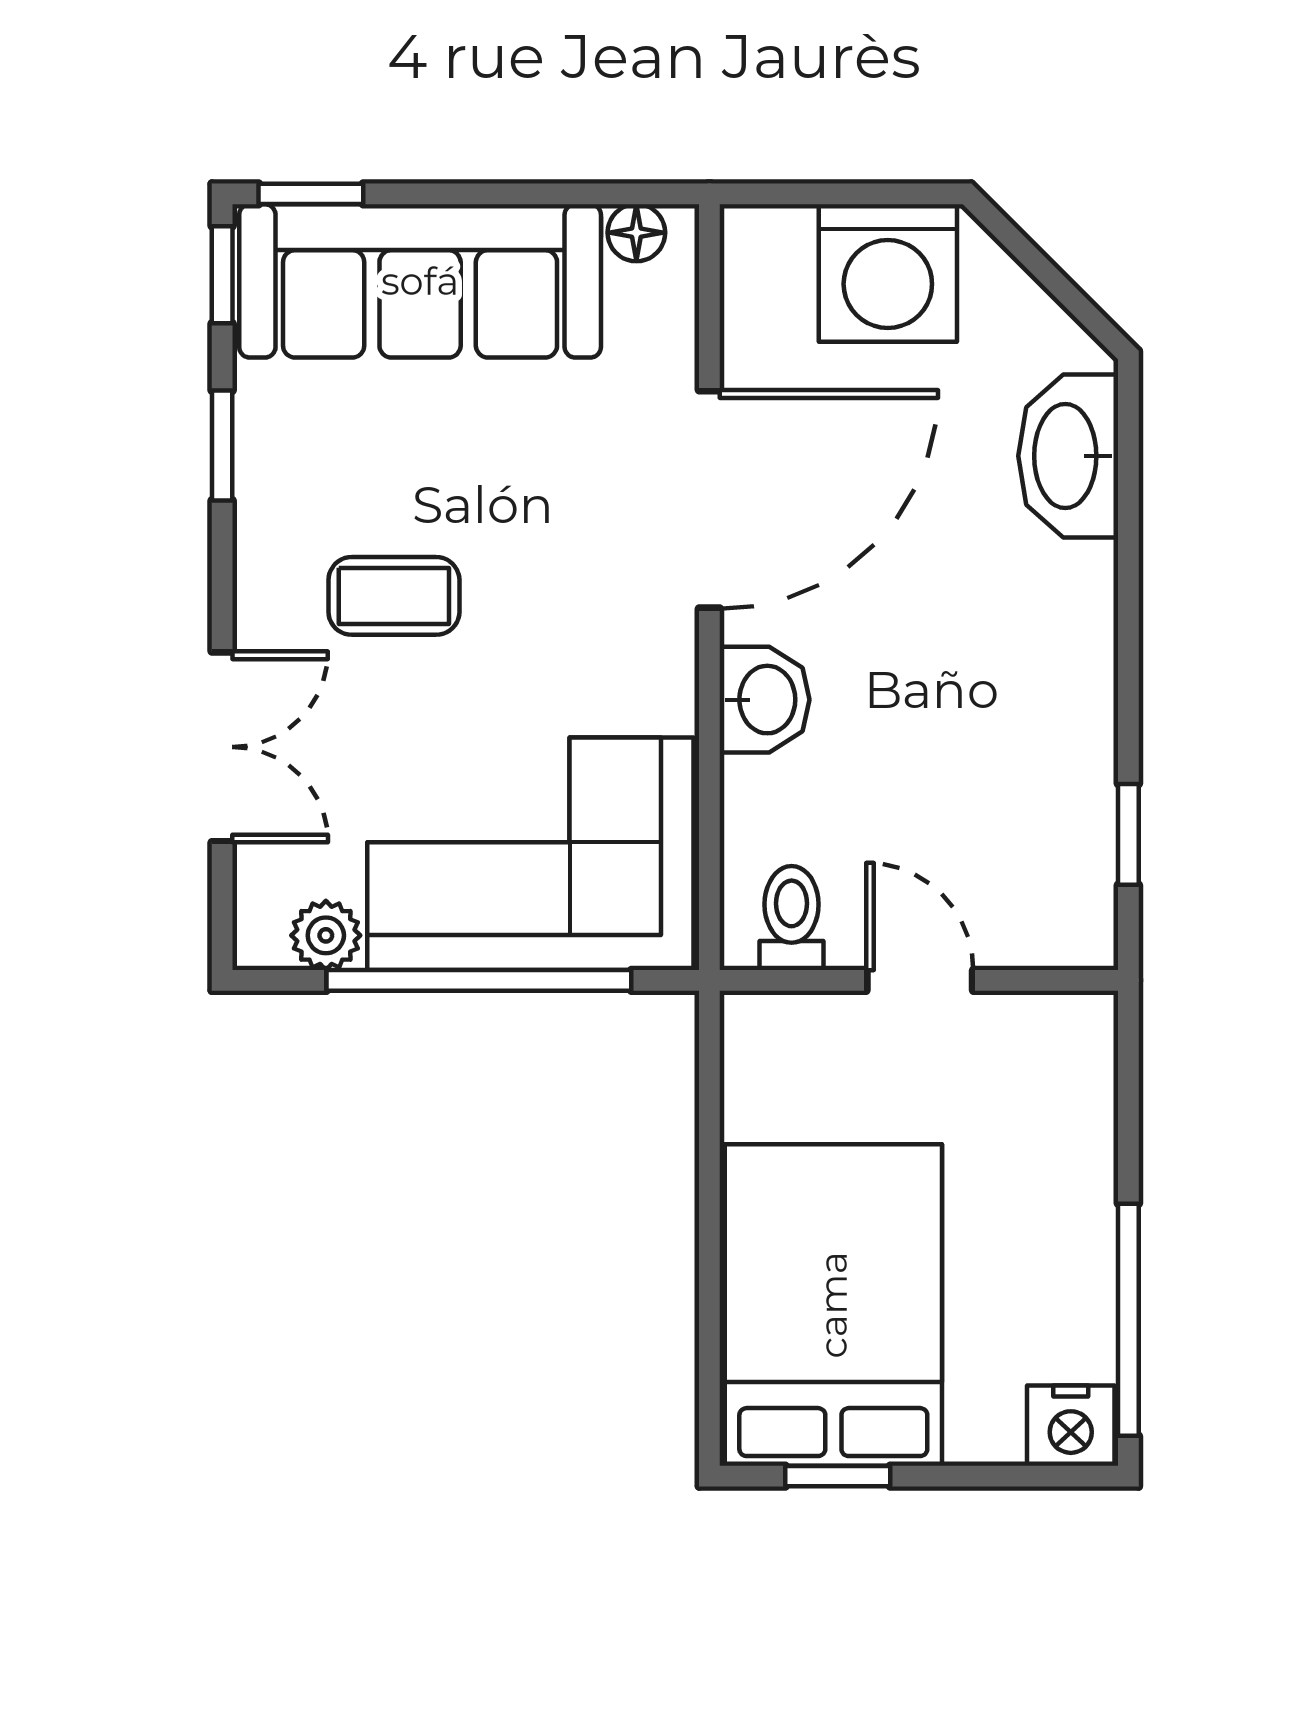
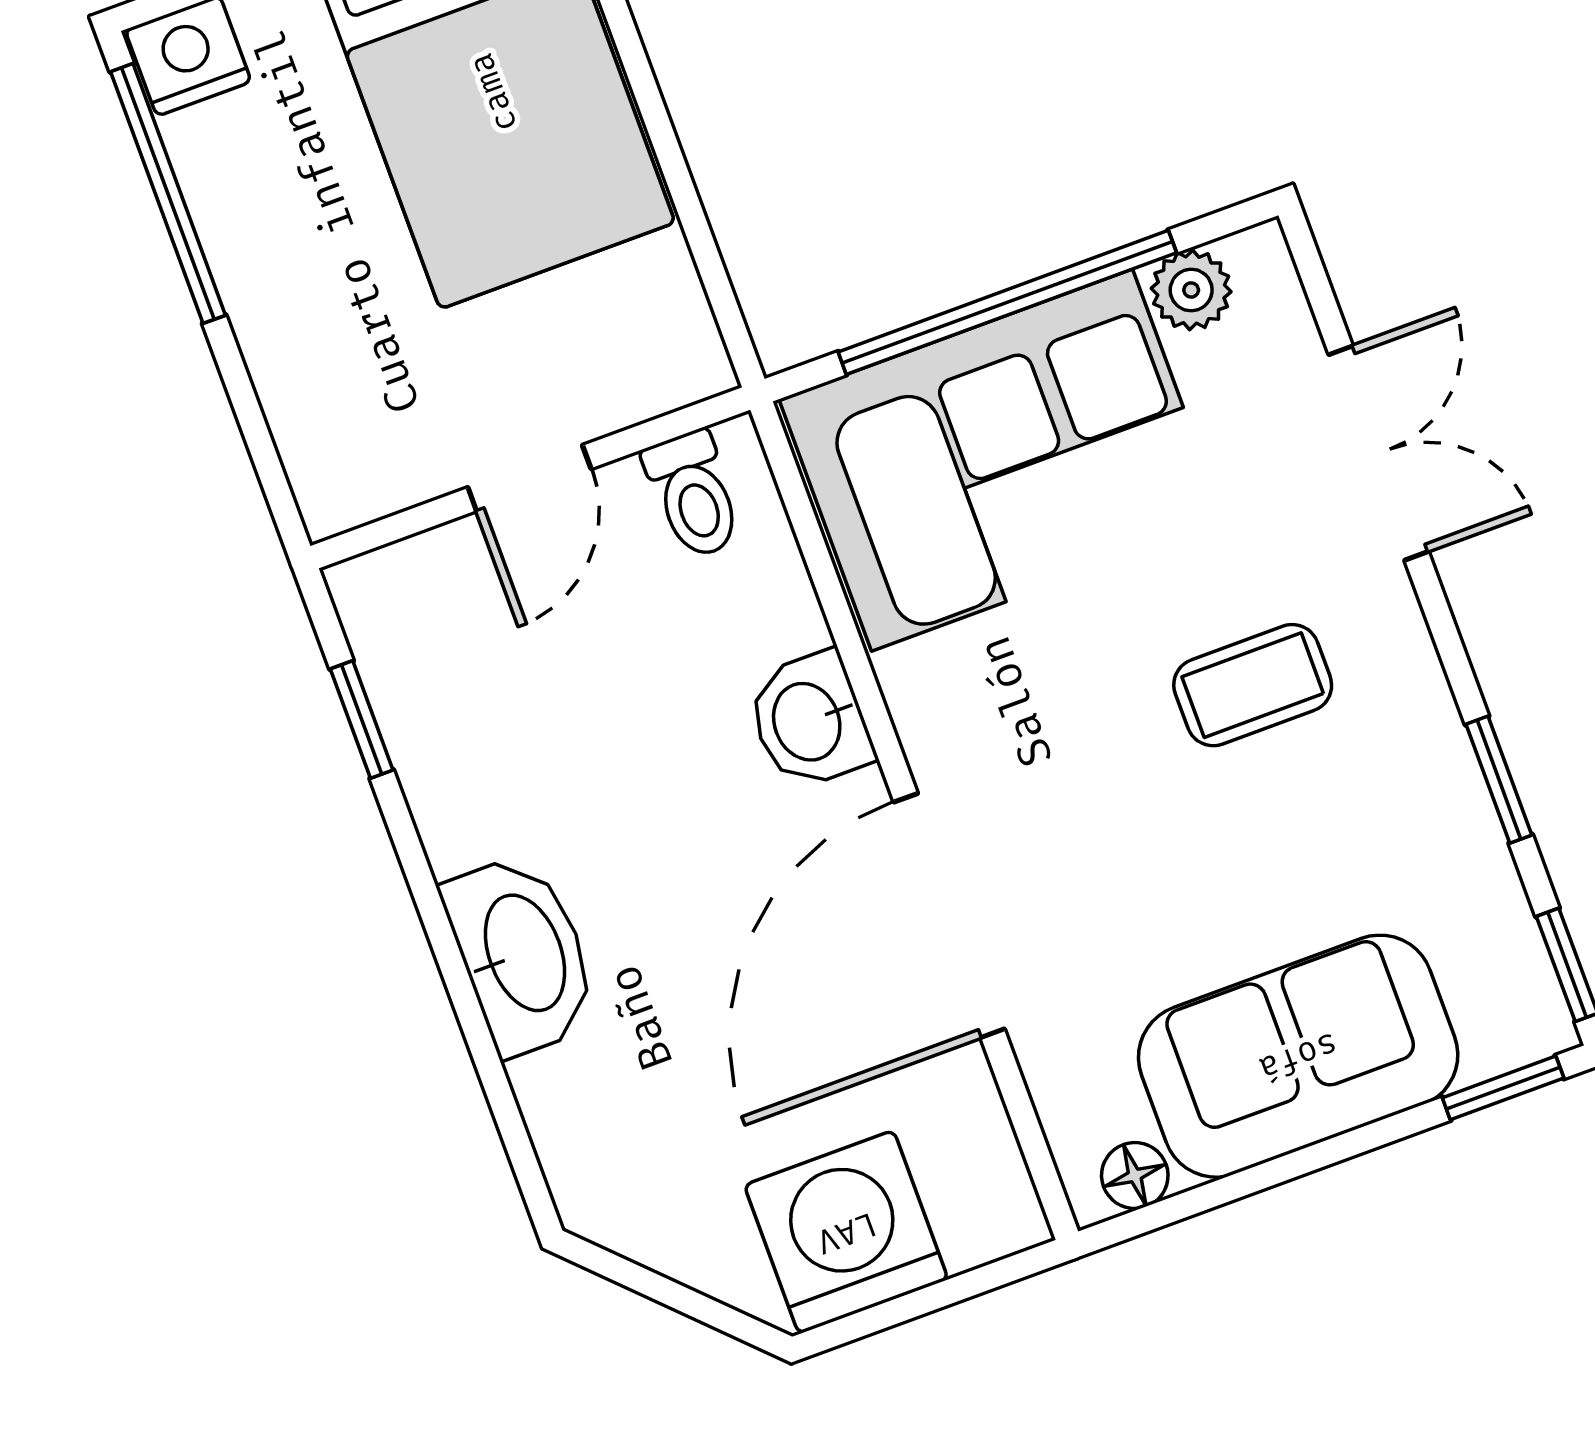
sofa: (420, 281) -> (1298, 1056), width x0.73
washbasin: (1068, 456) -> (522, 954), moved
double door: (222, 747) -> (1379, 453), swing flipped
door: (920, 980) -> (529, 478), hinge flipped

